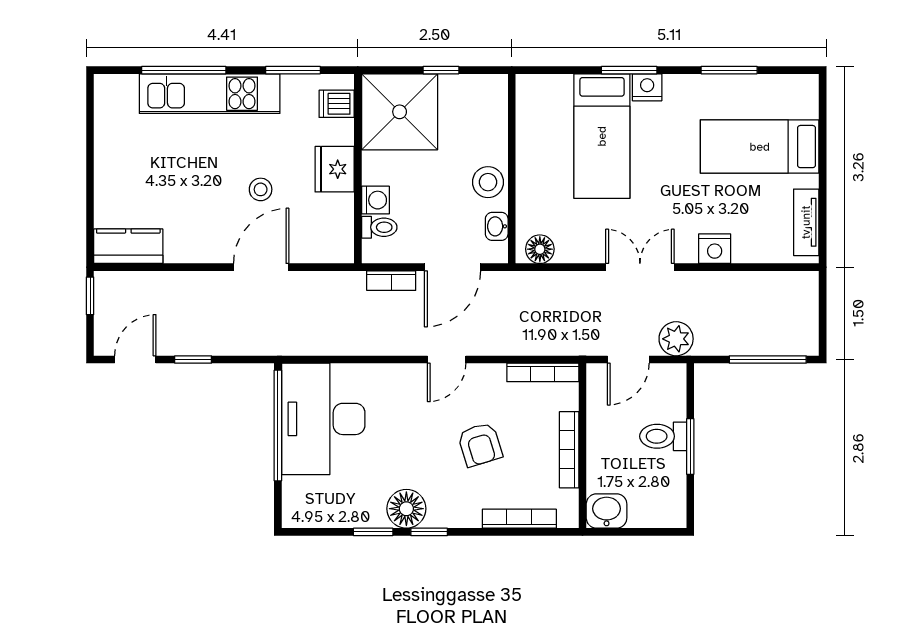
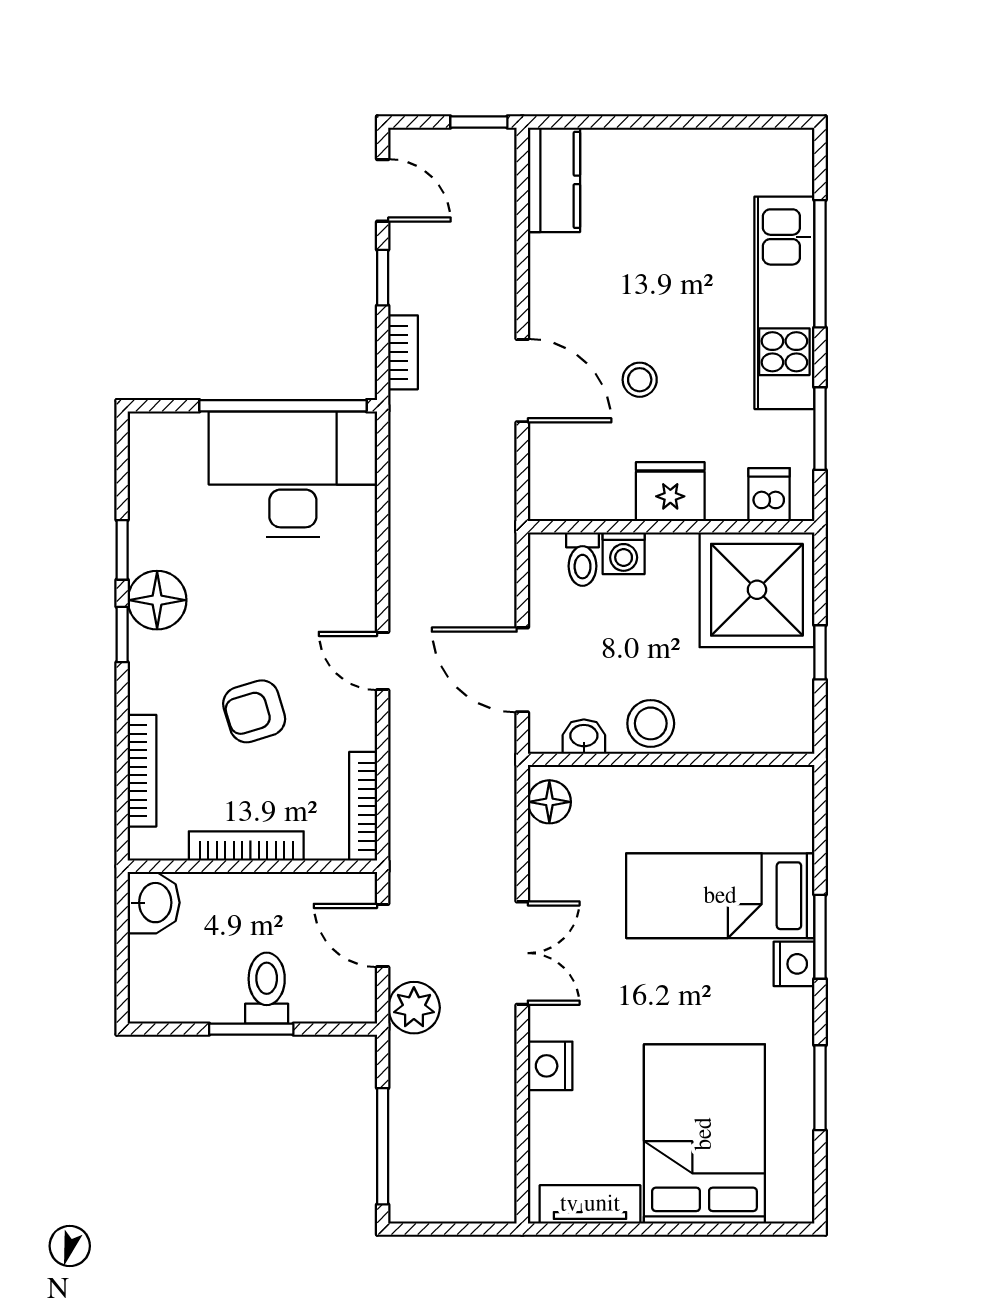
bed: (760, 147) -> (704, 1134), width x1.50
bookcase: (391, 281) -> (403, 352), moved, turned 180

